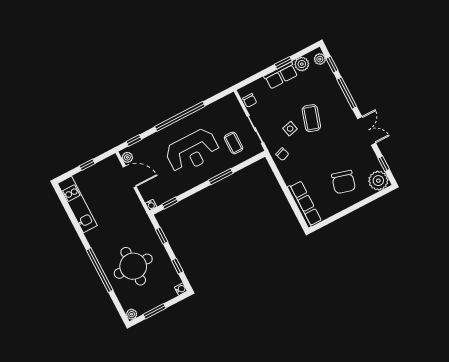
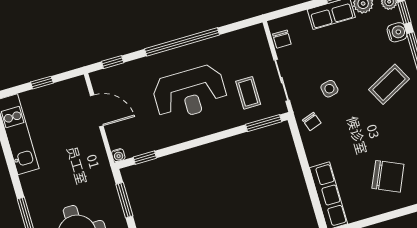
water cooler: (330, 80) -> (397, 32), added
coffee table: (311, 118) -> (389, 84), moved, turned 45
plant: (127, 157) -> (99, 84), removed
window: (221, 177) -> (264, 123), moved
chair: (344, 182) -> (388, 176), turned -81
window: (162, 236) -> (124, 200), width x1.50

